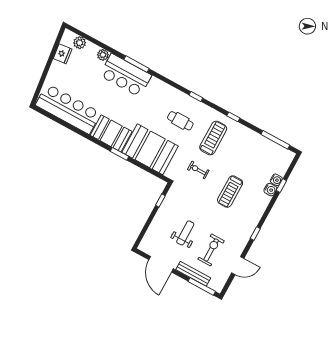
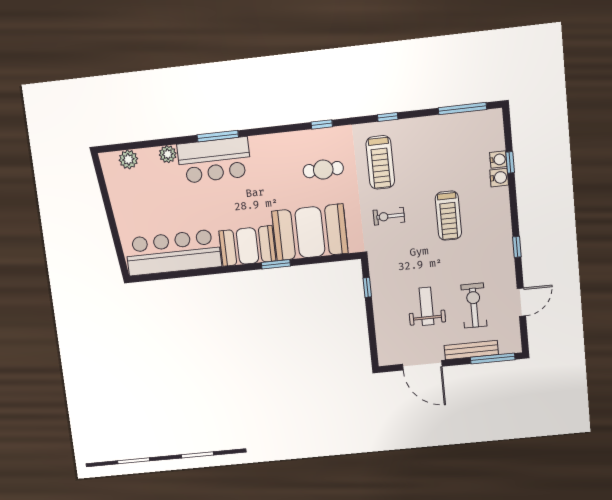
fridge: (63, 54) -> (118, 188), removed
treadmill: (213, 138) -> (380, 162), turned 180

